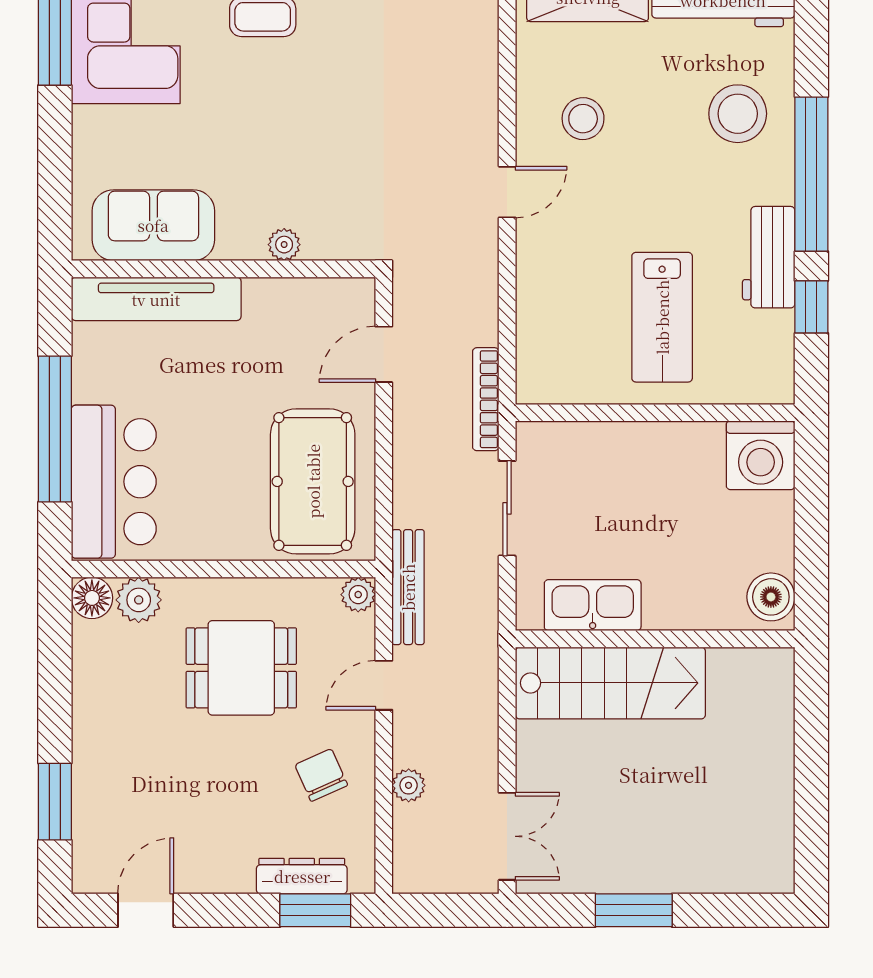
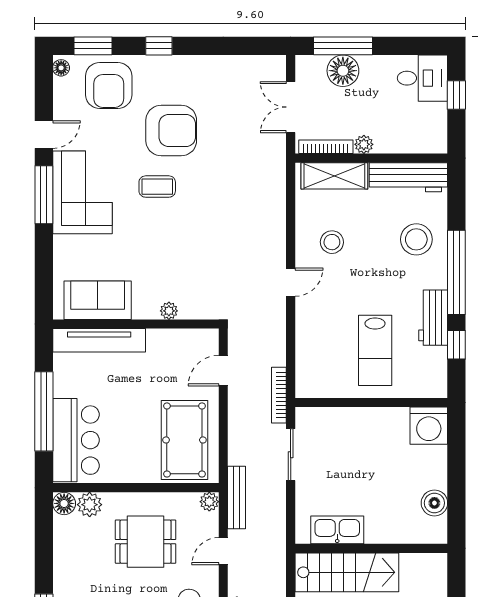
kitchen sink: (593, 605) -> (337, 530), moved
wall: (655, 639) -> (371, 548), moved
stairs: (610, 683) -> (347, 572), moved

